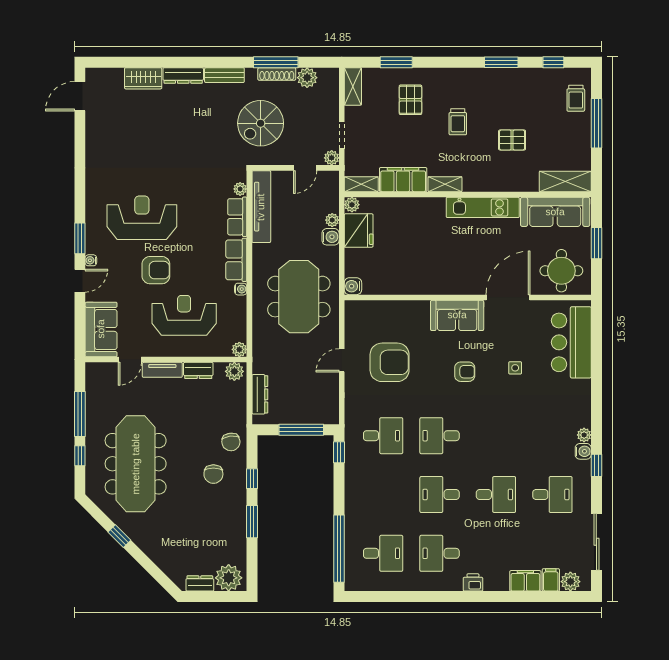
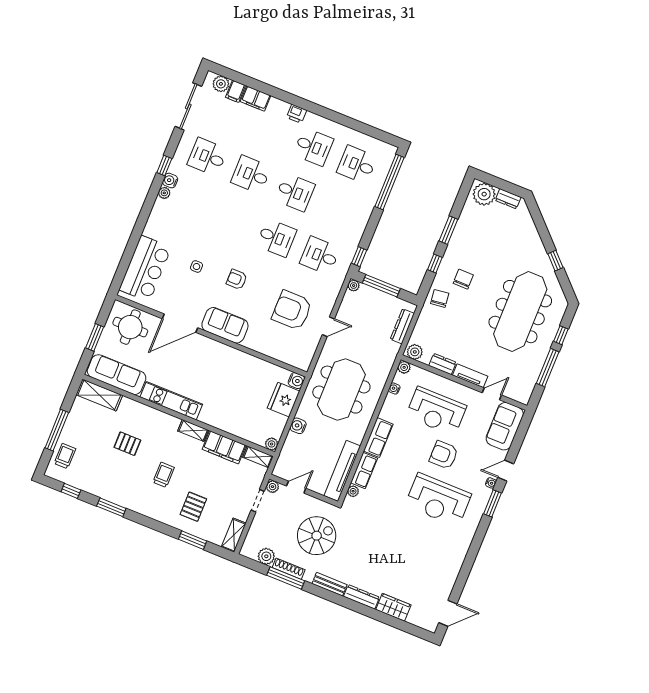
plant: (332, 220) -> (354, 286), moved
fridge: (359, 230) -> (284, 400), moved
water cooler: (241, 289) -> (394, 388), moved

